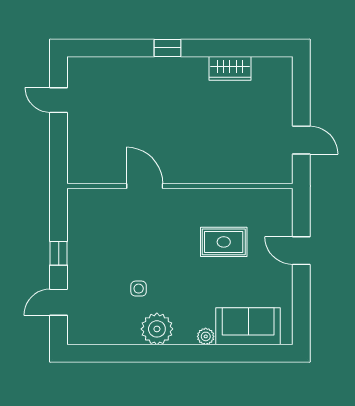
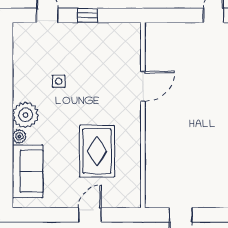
rug: (224, 242) -> (97, 151), width x1.36, depth x1.43
plant: (157, 329) -> (25, 115), moved

